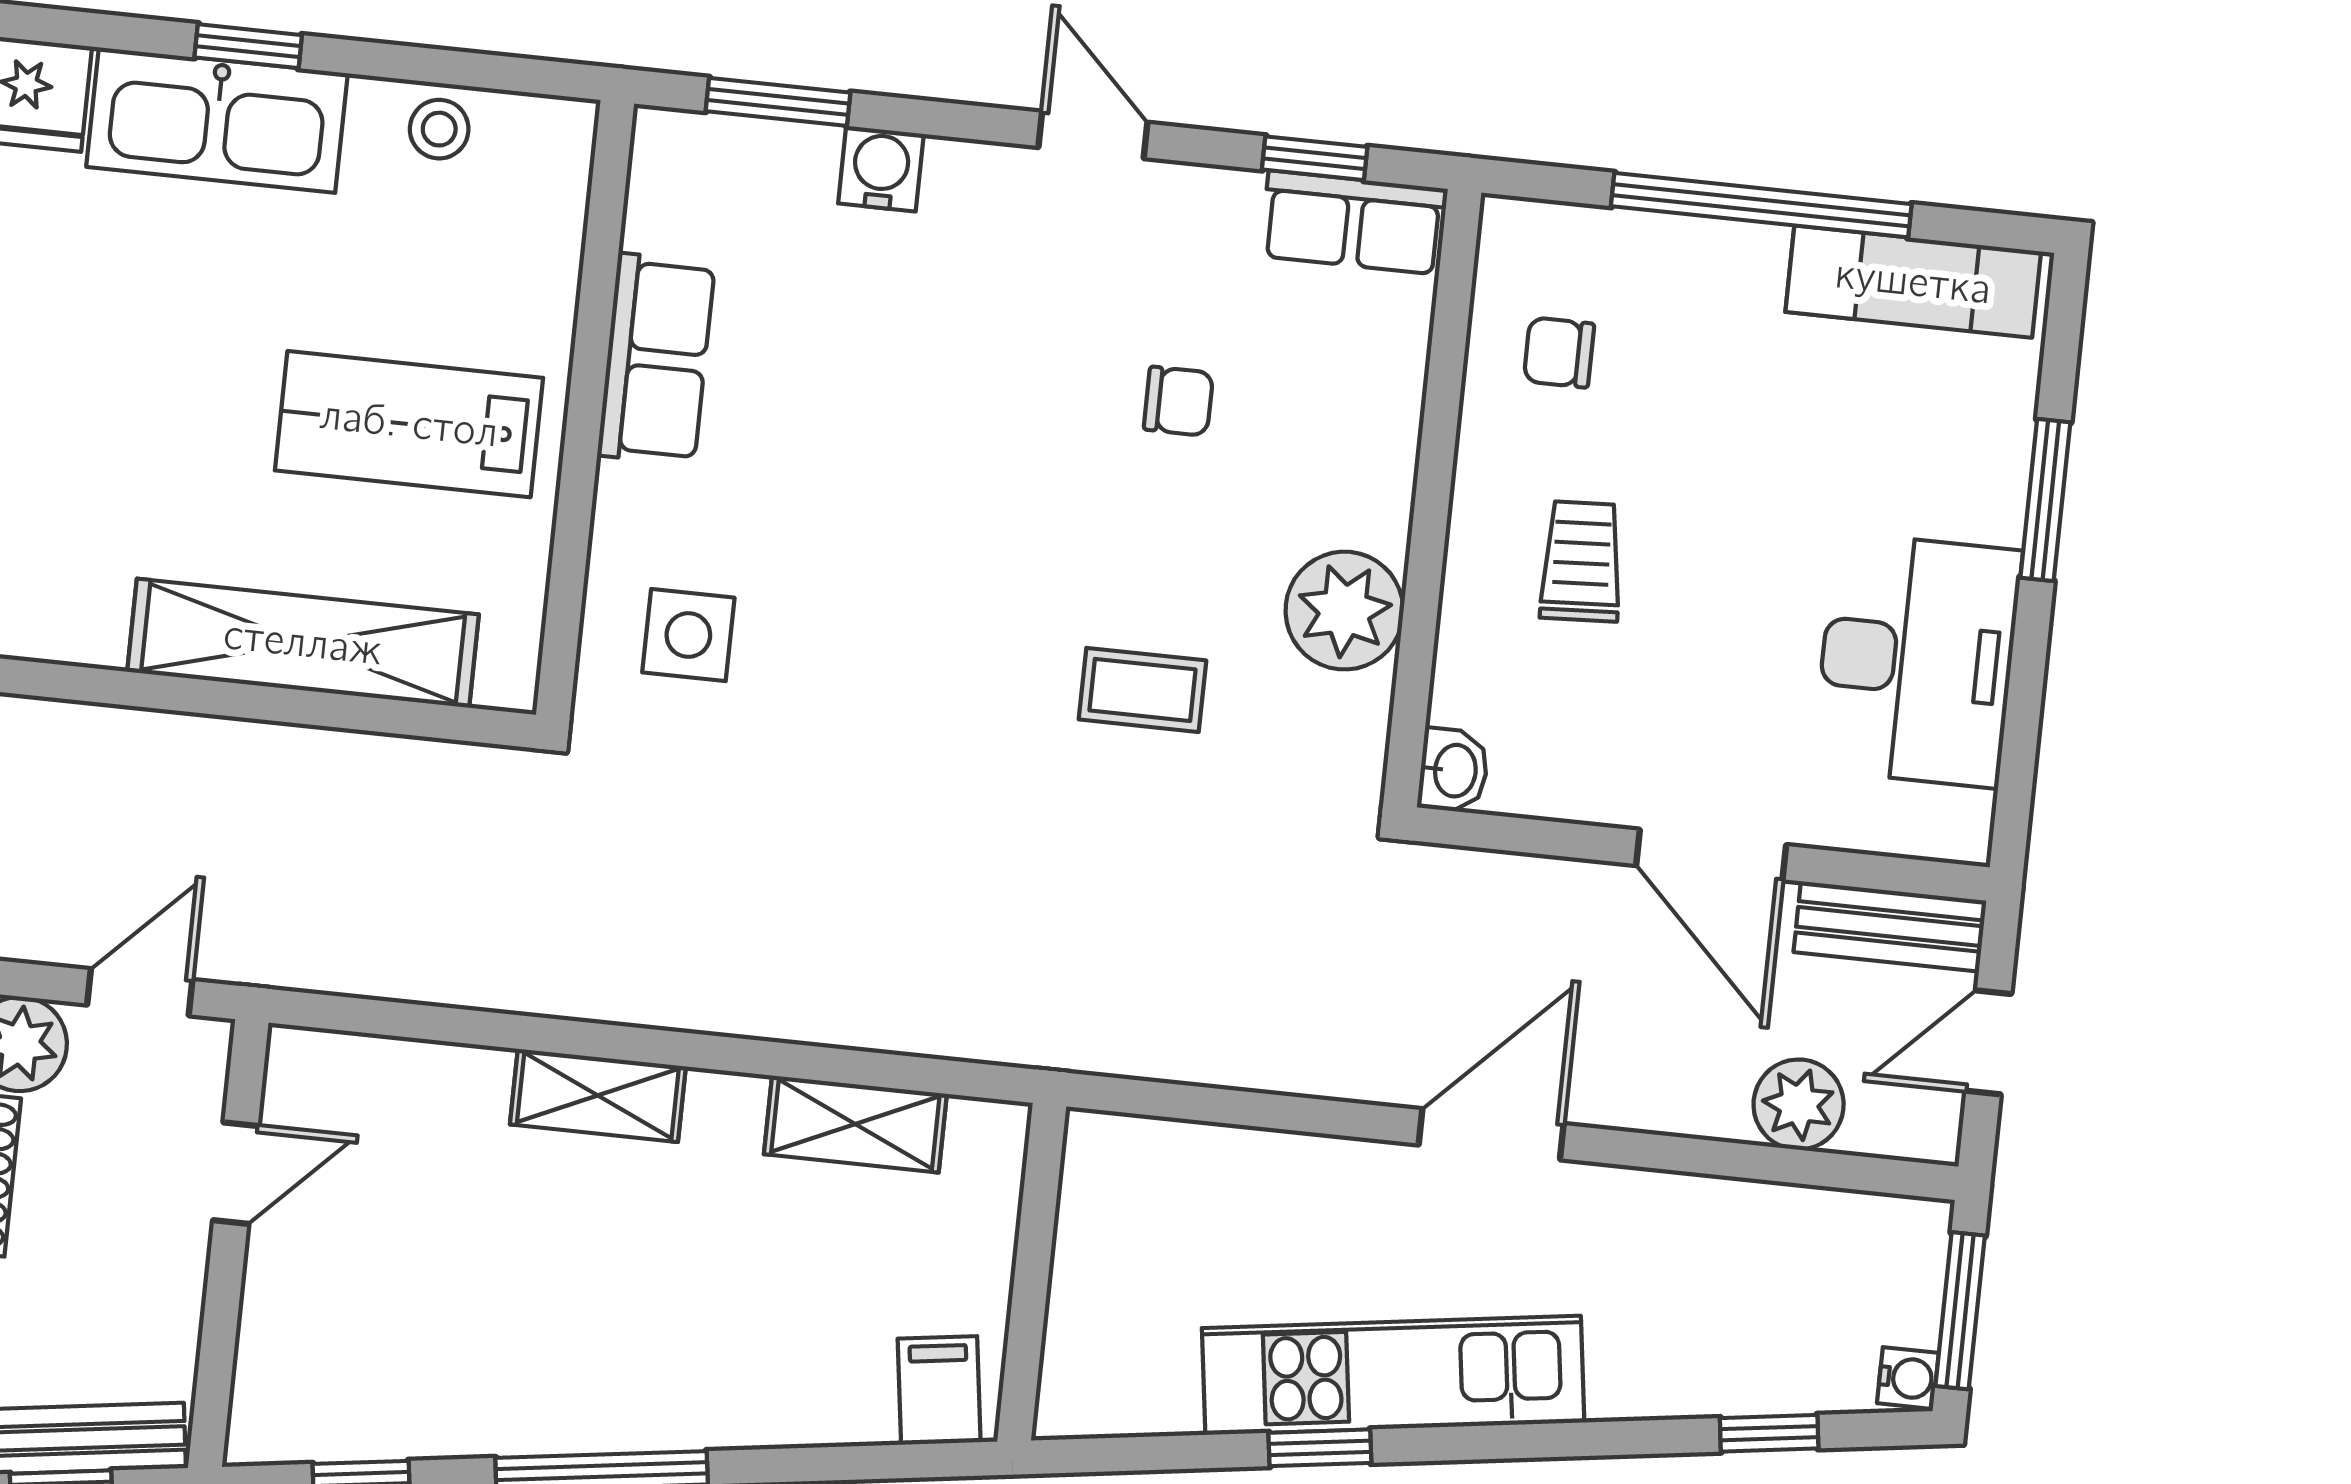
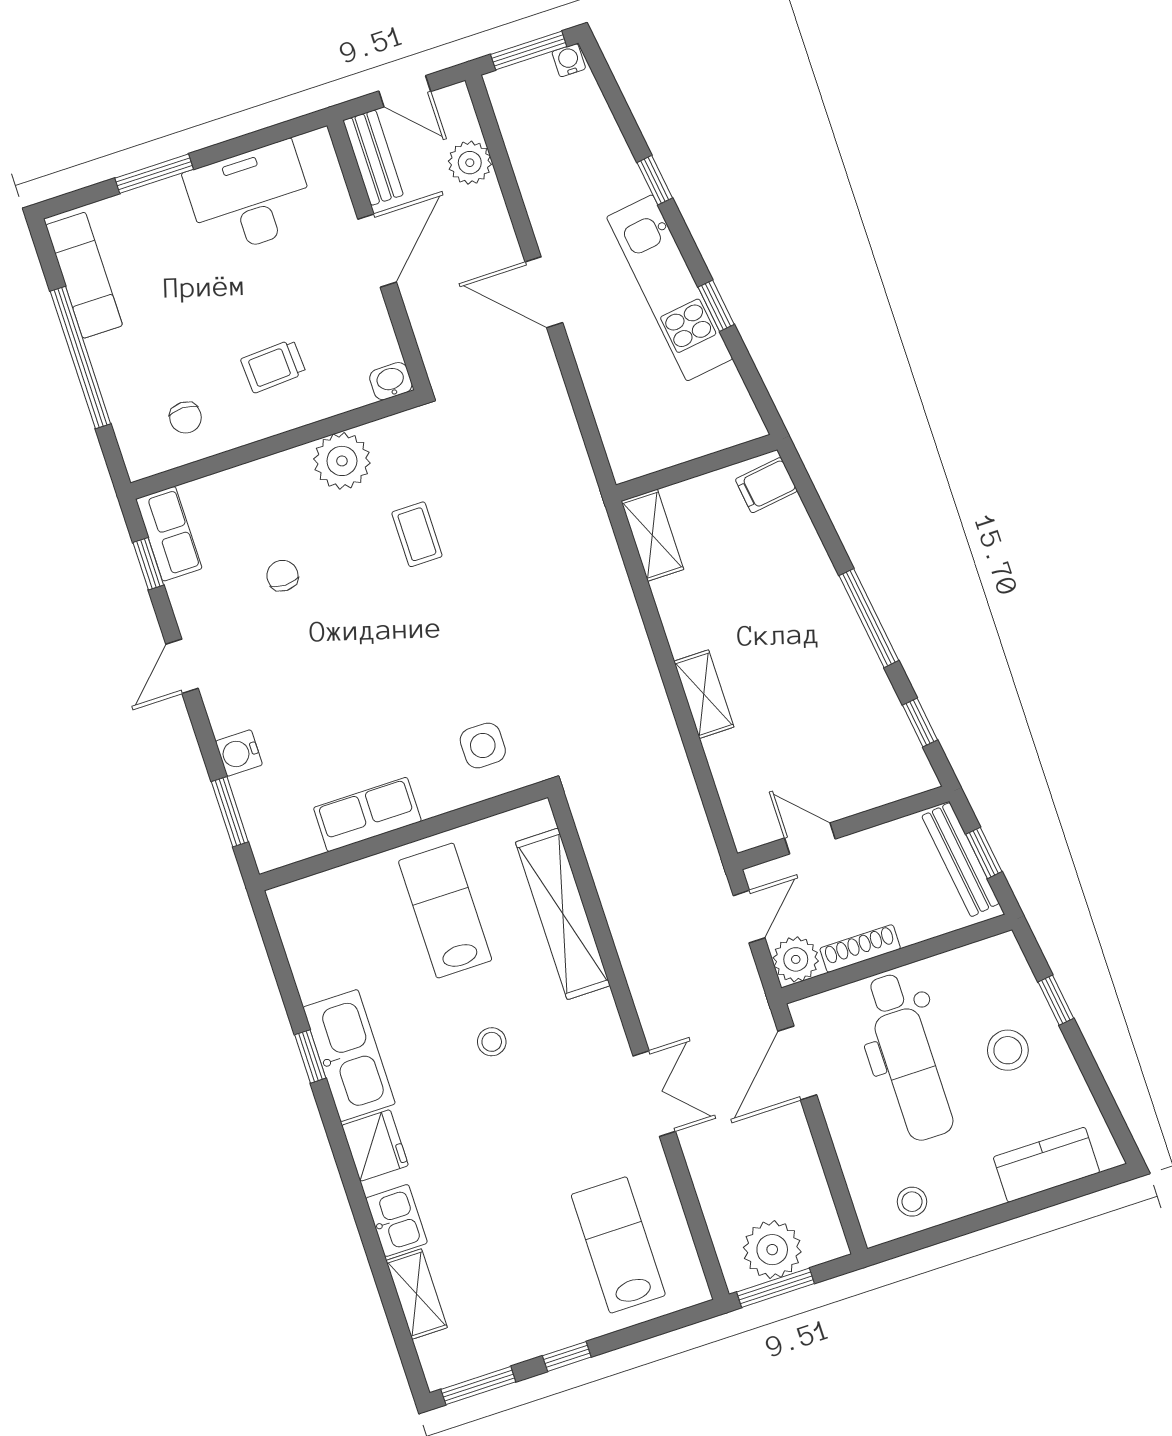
stool: (439, 129) -> (492, 1042), moved
lab bench: (409, 424) -> (445, 911), turned 180
door: (140, 992) -> (749, 917), swing flipped
shelving: (855, 1124) -> (652, 535), moved
window: (1769, 1433) -> (655, 180), moved

